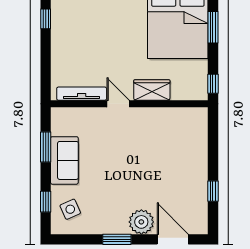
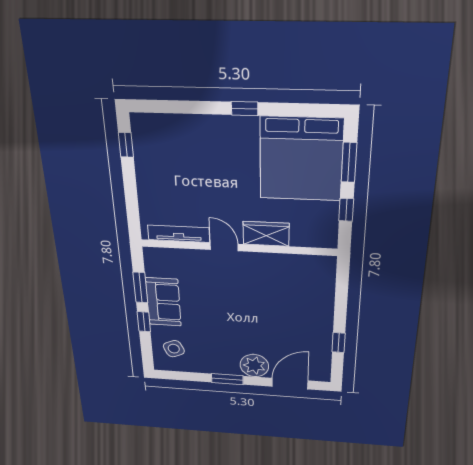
window: (213, 84) -> (346, 210), moved
window: (46, 202) -> (144, 322), moved
door: (173, 239) -> (290, 384), hinge flipped

